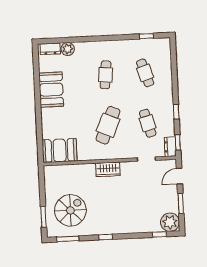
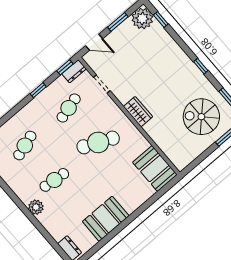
plant: (68, 49) -> (36, 207), moved

